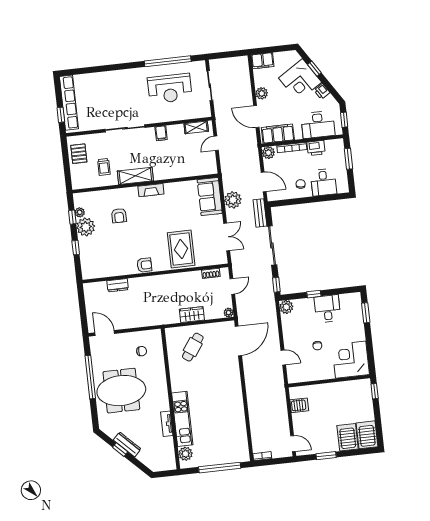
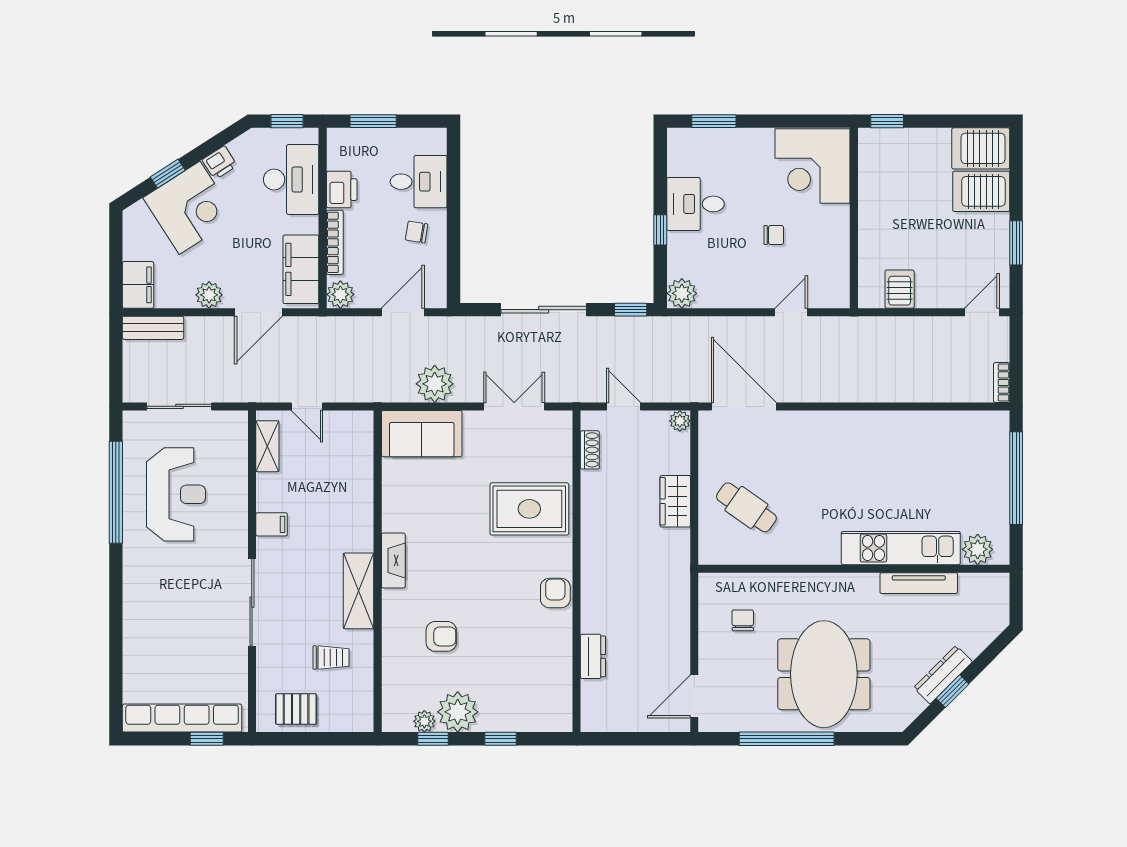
bench: (260, 213) -> (153, 328), moved
tv unit: (167, 424) -> (919, 583), width x1.41

